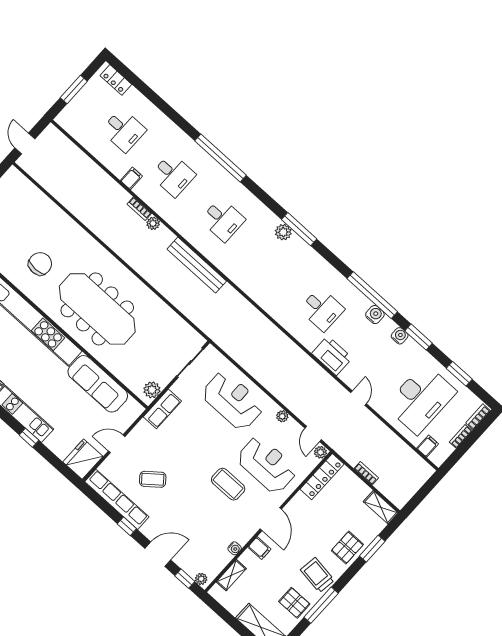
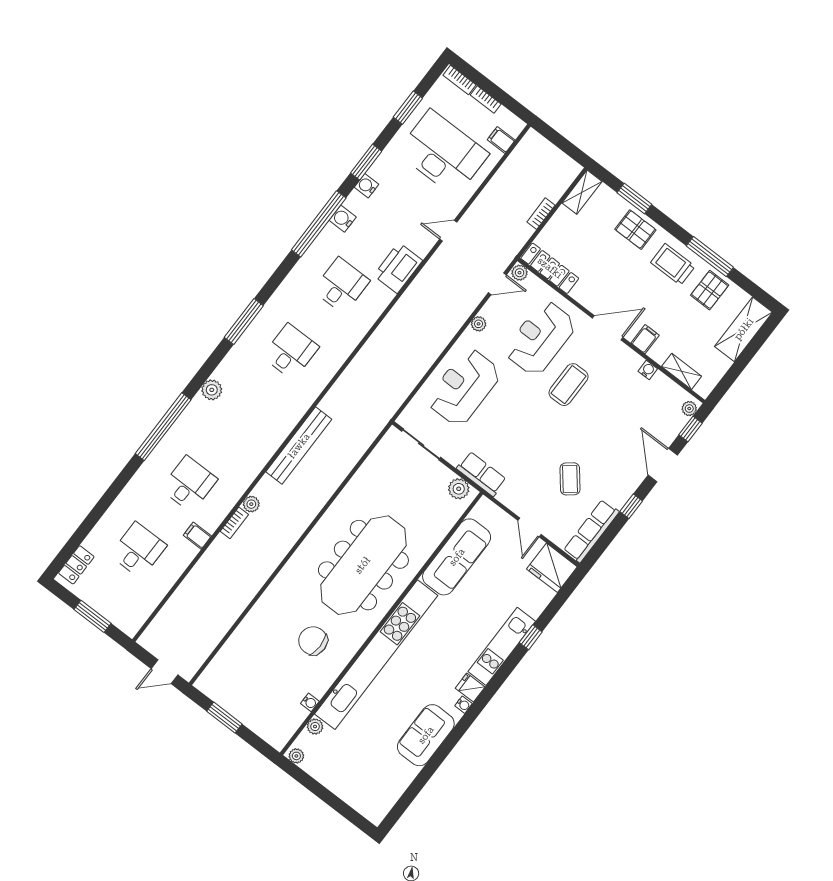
desk: (223, 220) -> (291, 352), moved
plant: (283, 232) -> (212, 390), moved
row of seats: (117, 499) -> (591, 531), width x0.73
trolley: (317, 575) -> (673, 264), turned 82

